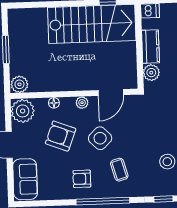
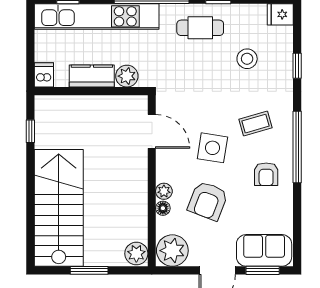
stairs: (92, 24) -> (59, 208), moved
plant: (82, 103) -> (164, 191), moved
side table: (100, 138) -> (212, 148), turned -36
window: (10, 179) -> (263, 270), added

